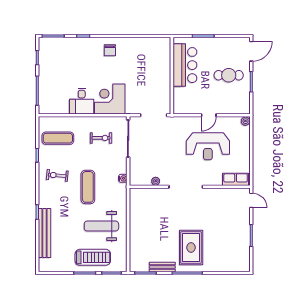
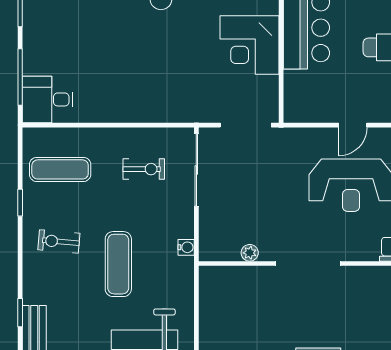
corner desk: (110, 99) -> (250, 45), moved, turned -90
desk: (82, 101) -> (48, 99), moved, turned 90

